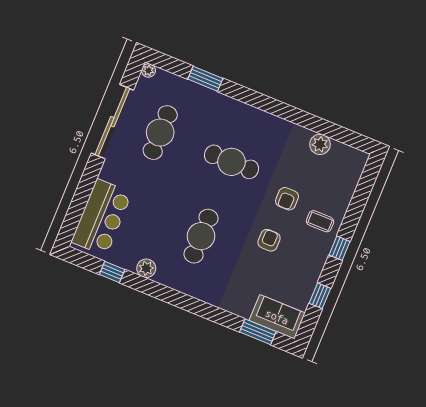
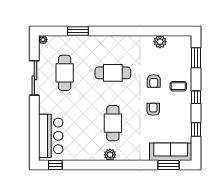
sliding door: (112, 122) -> (34, 78), width x0.73
window: (363, 190) -> (196, 58), added
plant: (146, 268) -> (110, 155), moved
window: (112, 272) -> (55, 165), moved
sofa: (277, 317) -> (171, 152), width x1.36

